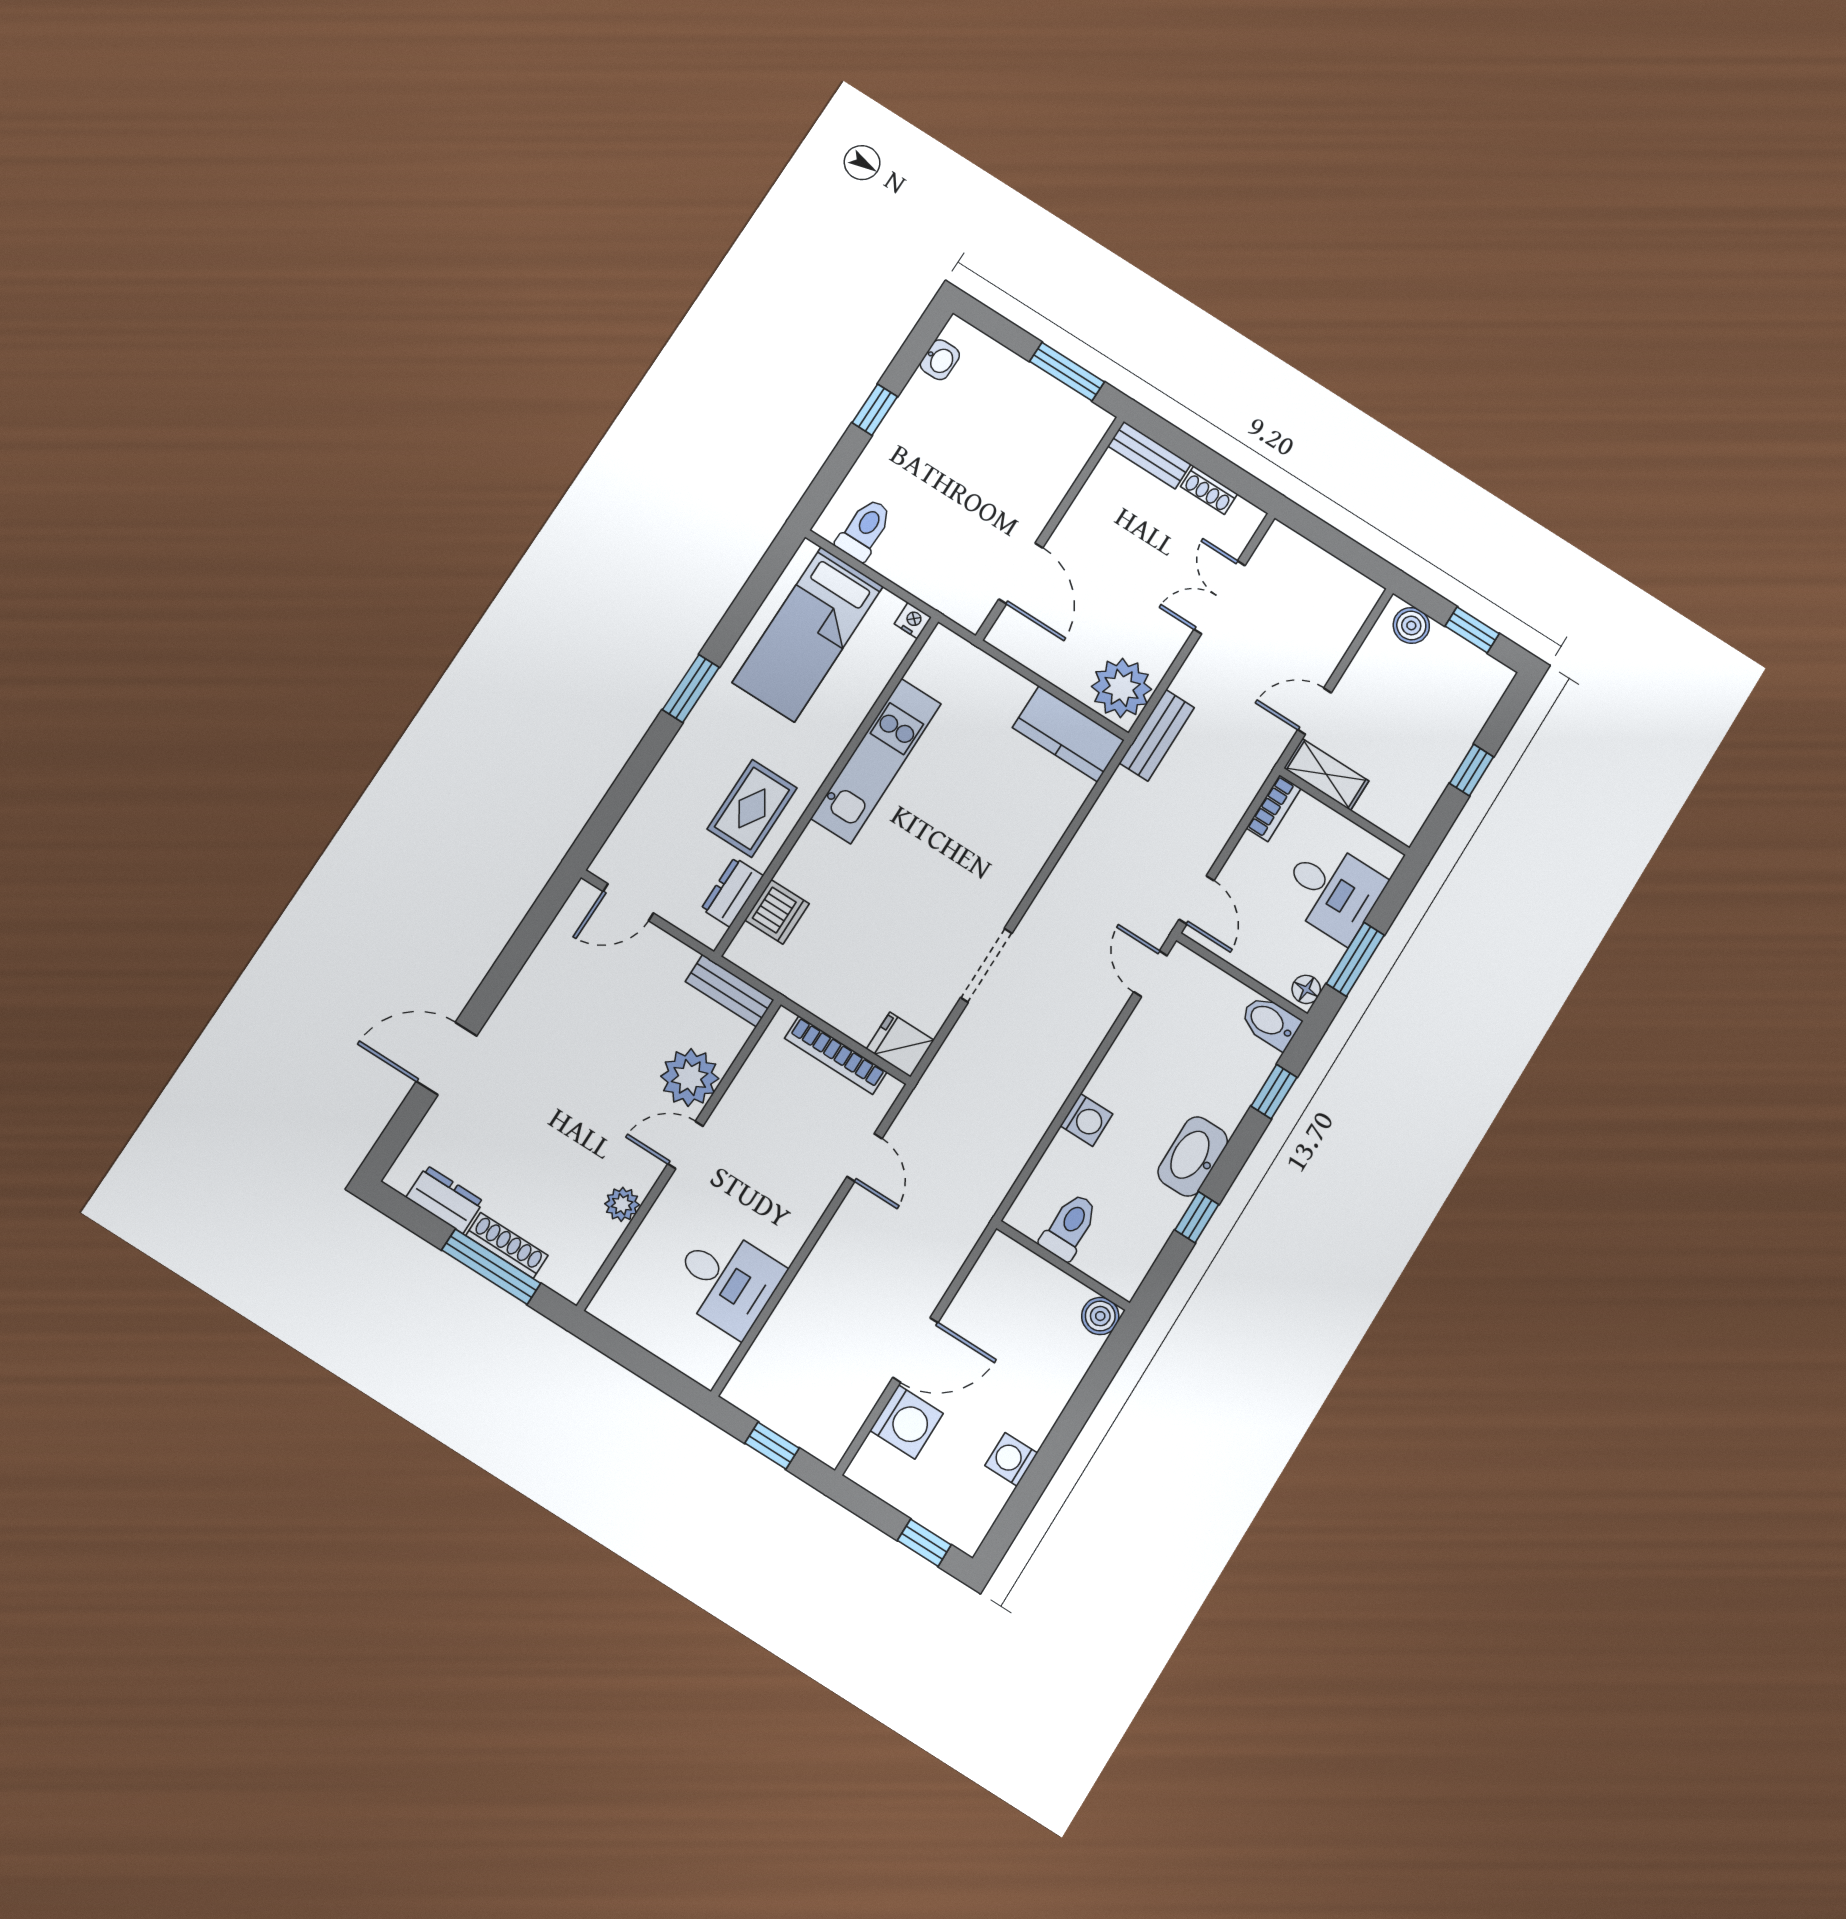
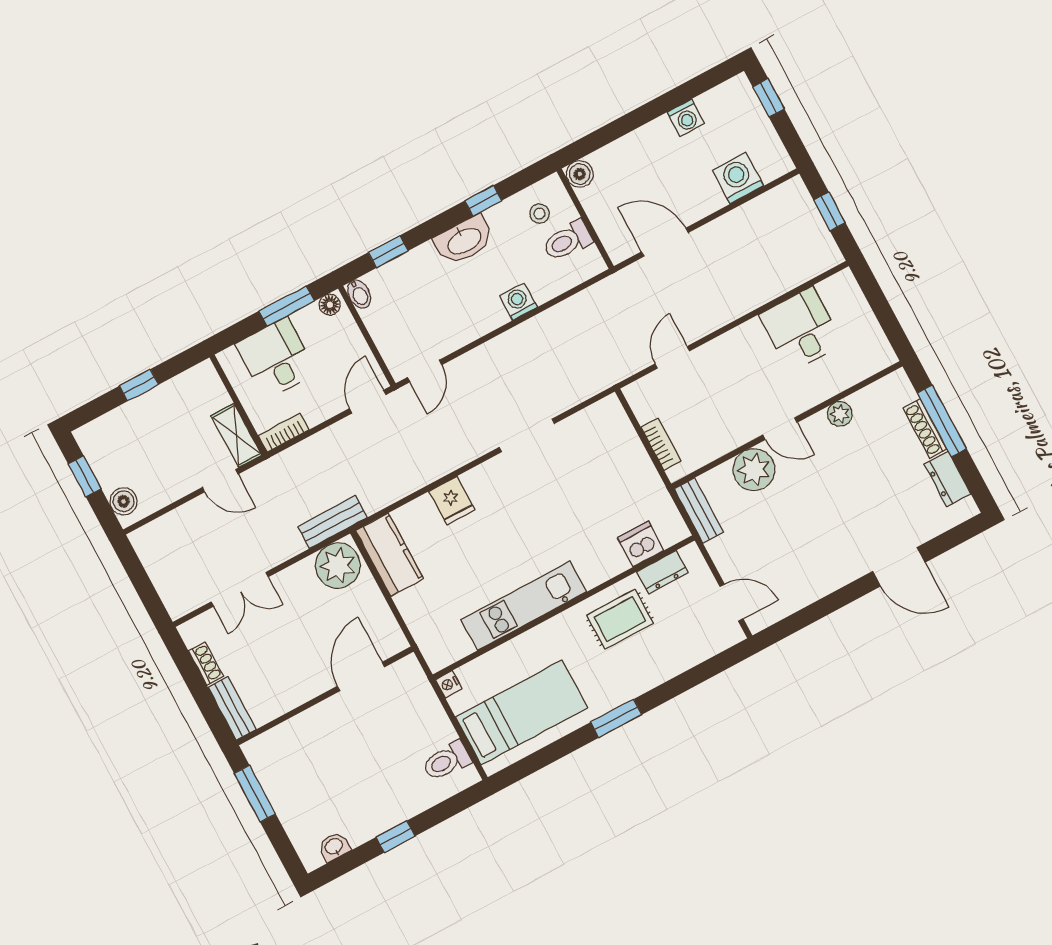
bidet: (1270, 1022) -> (359, 294), width x0.72, depth x0.74
fridge: (900, 1045) -> (452, 500), moved
bookcase: (836, 1055) -> (661, 444), width x0.64
stool: (1121, 1240) -> (540, 214), added
door: (915, 1350) -> (665, 242), moved

